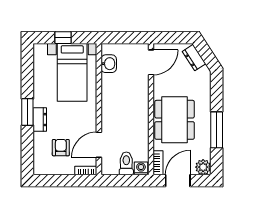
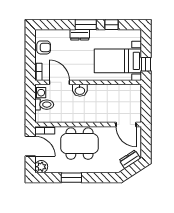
window: (63, 38) -> (146, 64), moved
washbasin: (109, 64) -> (80, 90), moved
window: (27, 80) -> (112, 25), added
window: (217, 130) -> (71, 178), width x0.69
armchair: (61, 148) -> (44, 47), moved
washing machine: (141, 168) -> (40, 93), moved

